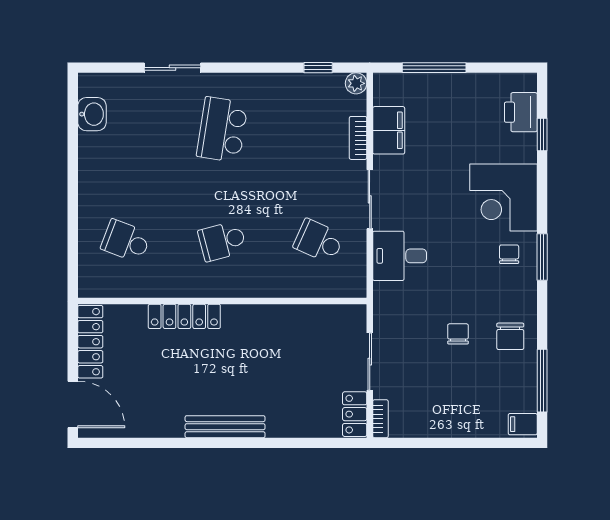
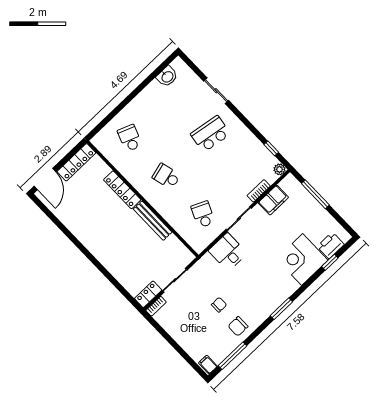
corner desk: (503, 197) -> (302, 260), moved
chair: (509, 254) -> (270, 295), removed
bench: (225, 427) -> (153, 221), moved

